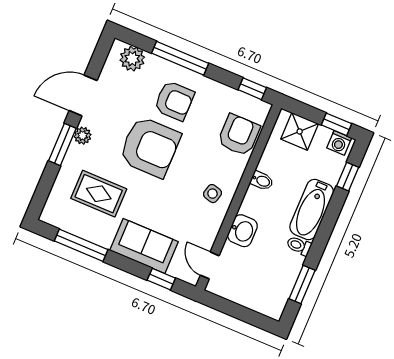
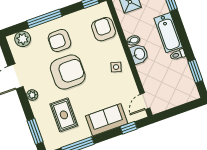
armchair: (174, 101) -> (59, 41), turned 180
window: (62, 145) -> (35, 131), moved
rug: (99, 194) -> (64, 115), turned 90
washbasin: (242, 231) -> (139, 54), moved
door: (210, 265) -> (145, 101), hinge flipped

